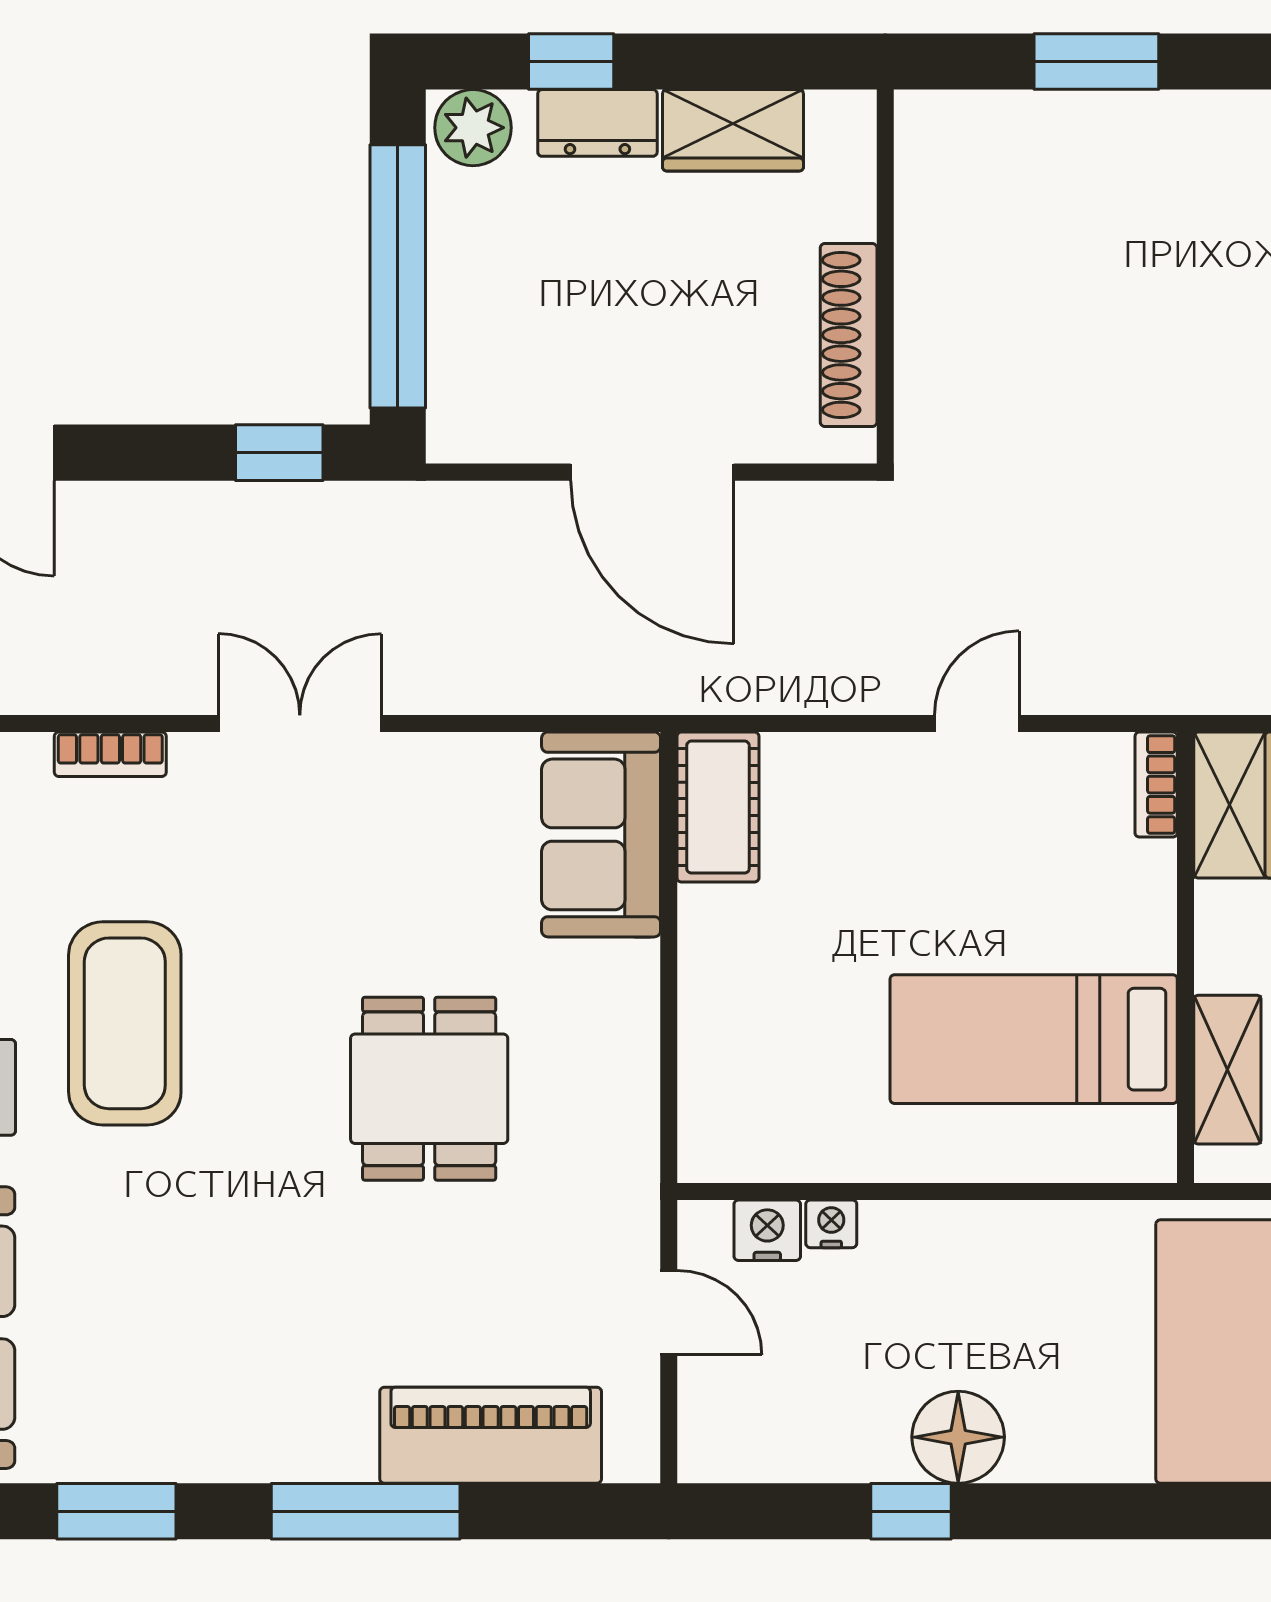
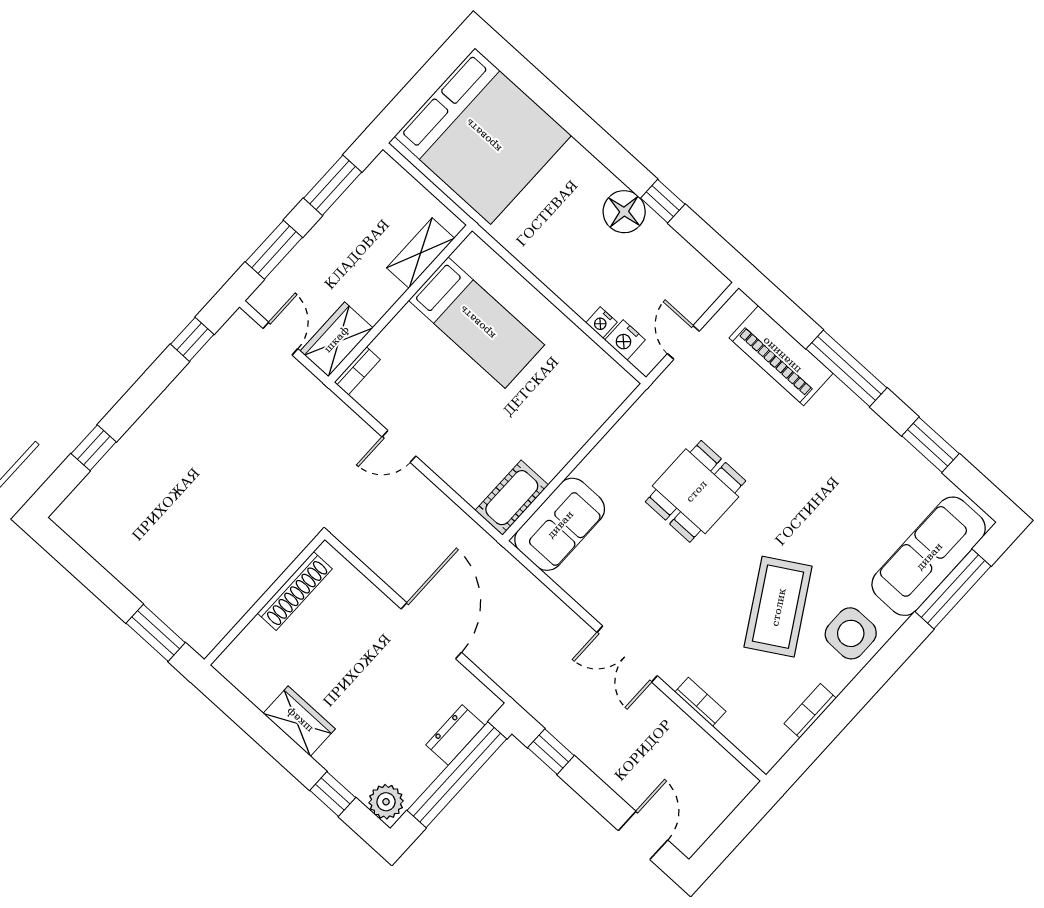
dresser: (597, 123) -> (455, 735), moved, turned -90
wall: (885, 277) -> (265, 599), moved
shoe rack: (849, 335) -> (295, 591), moved
coffee table: (125, 1023) -> (778, 607), turned -31

